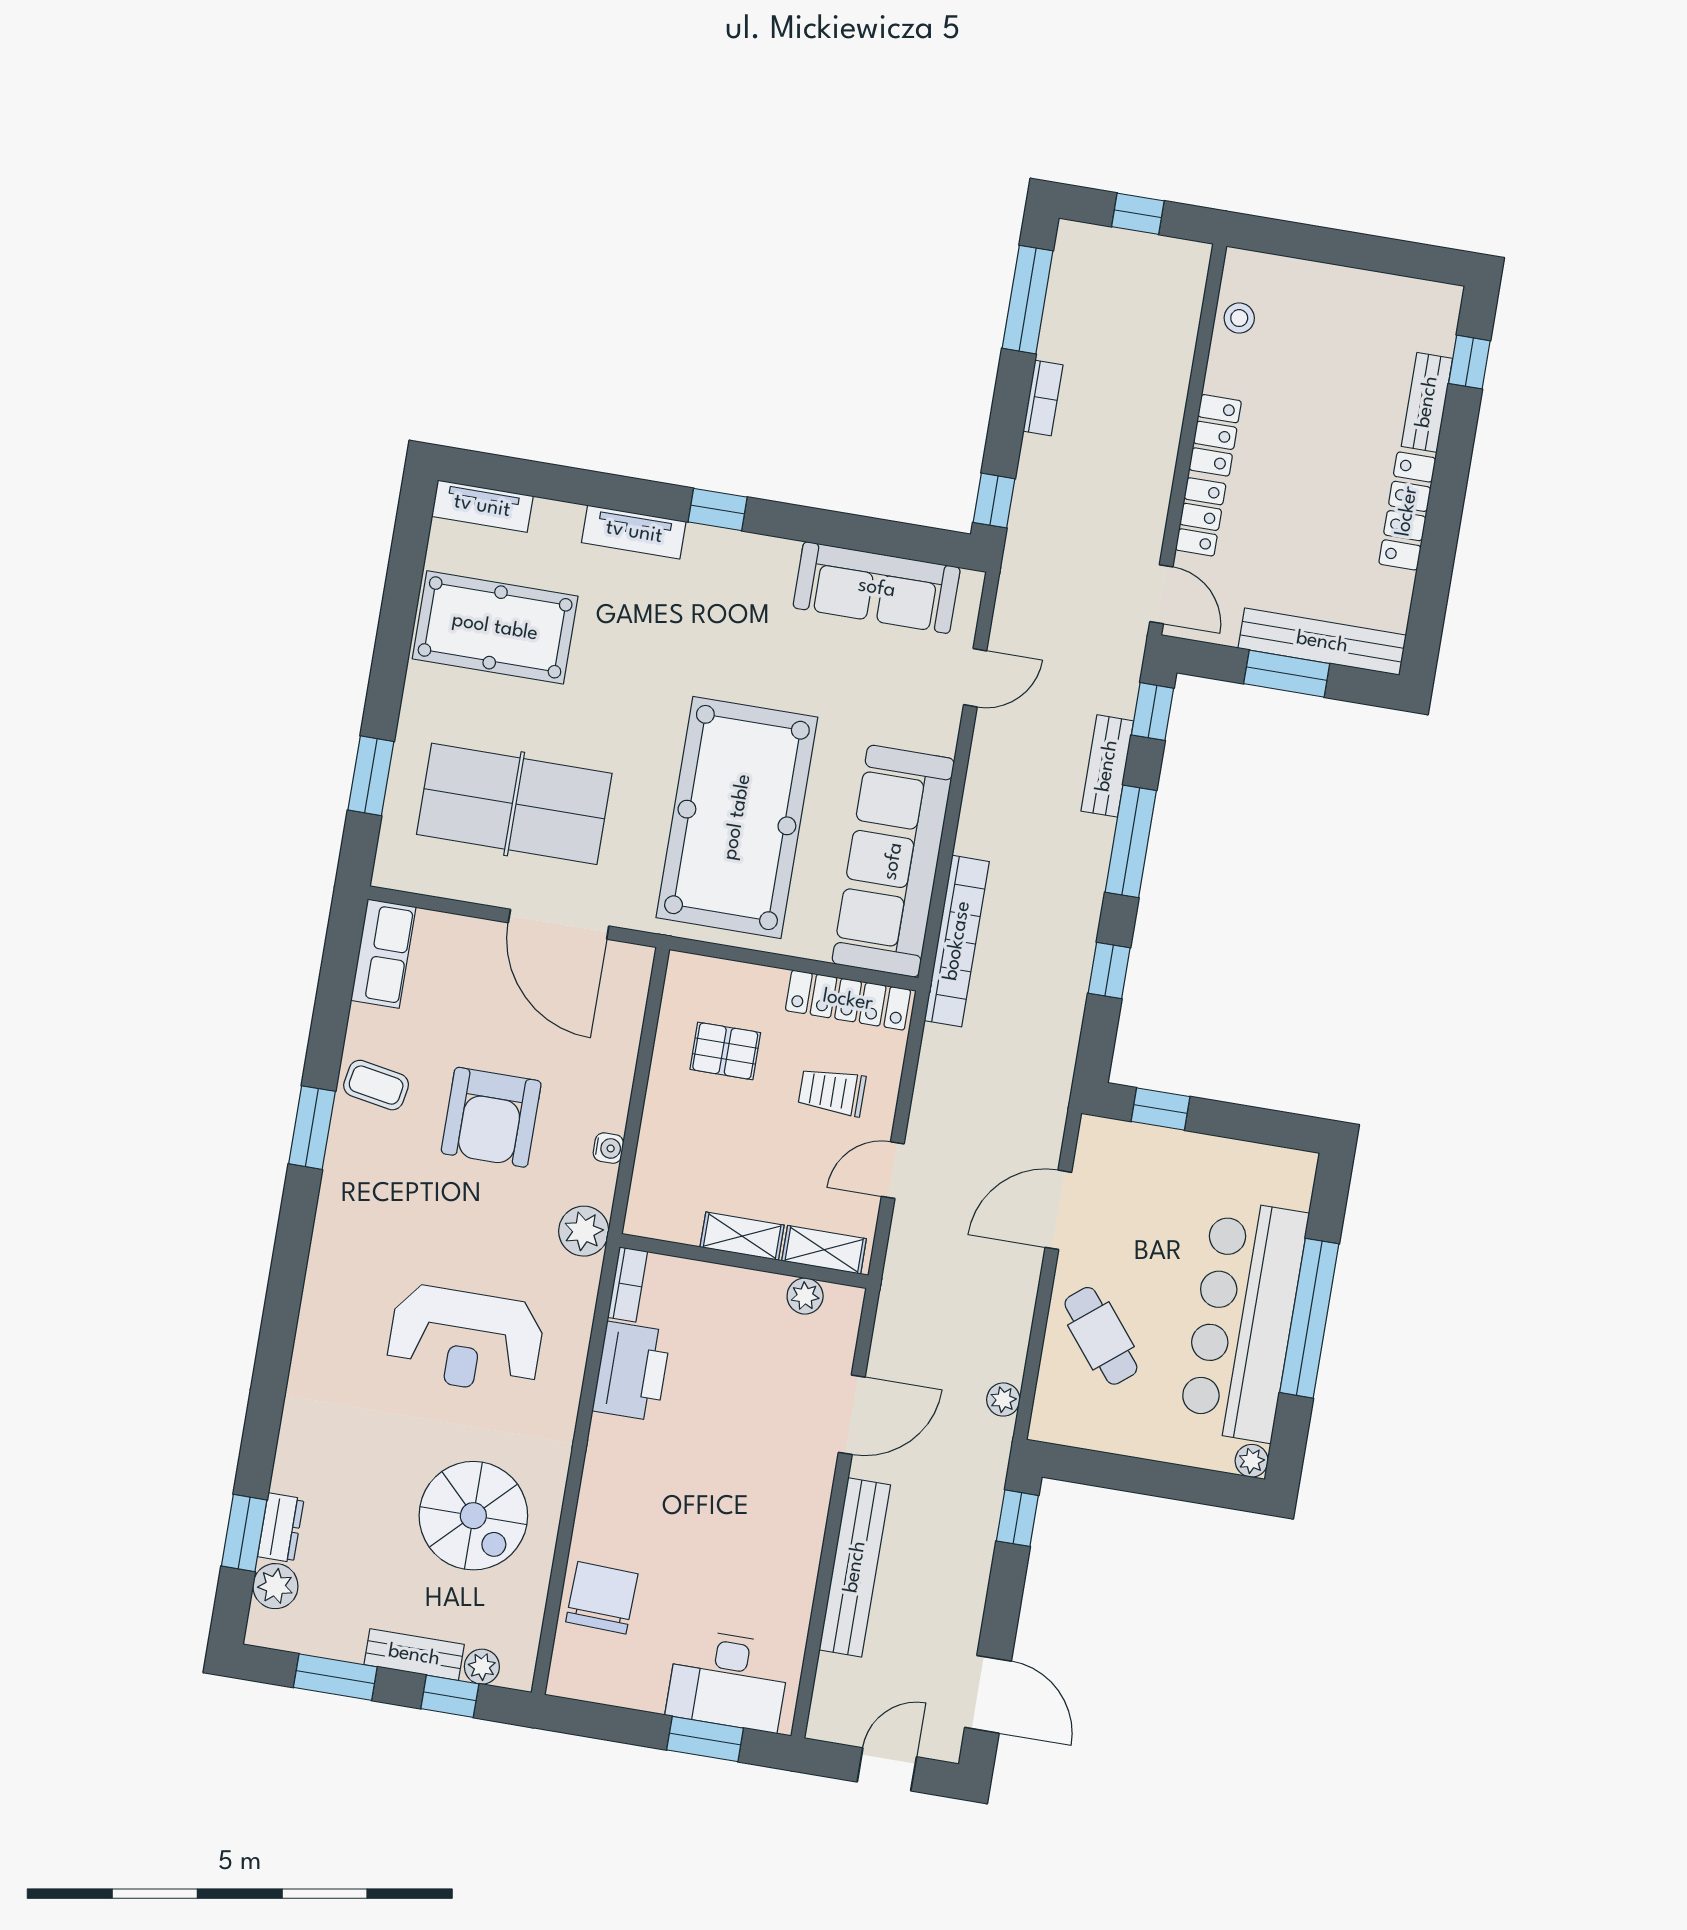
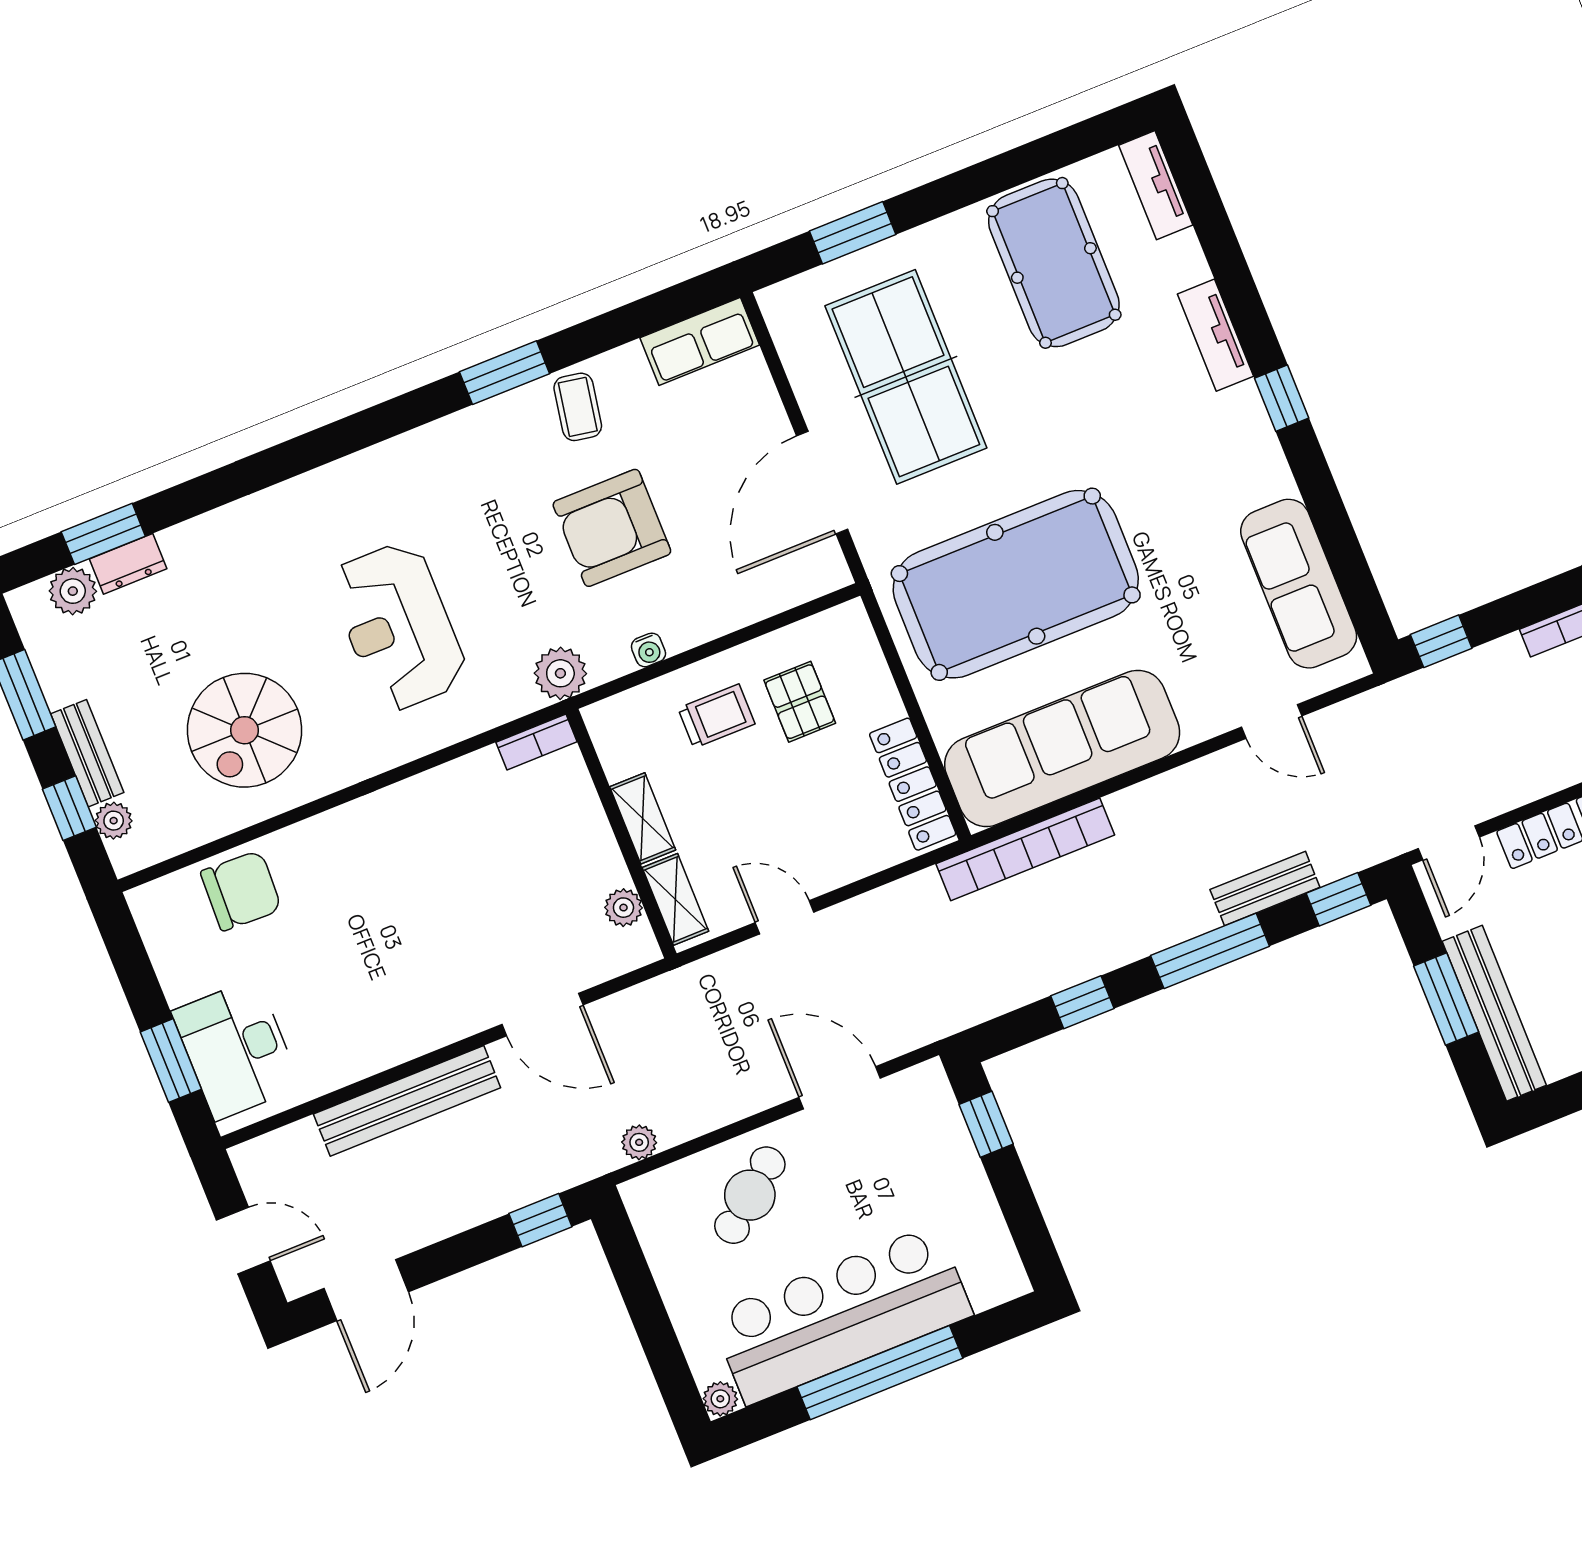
trolley: (832, 1092) -> (716, 716), moved, turned 90
printer: (632, 1371) -> (461, 793), removed

